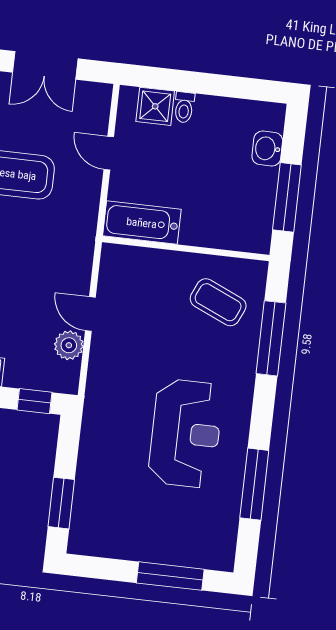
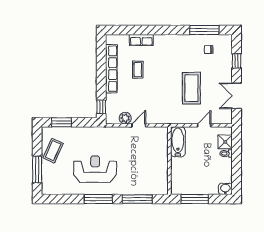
washbasin: (267, 149) -> (225, 189), moved
coffee table: (218, 302) -> (53, 151), moved
reception desk: (186, 433) -> (95, 169), turned 180
window: (254, 484) -> (98, 199), moved

